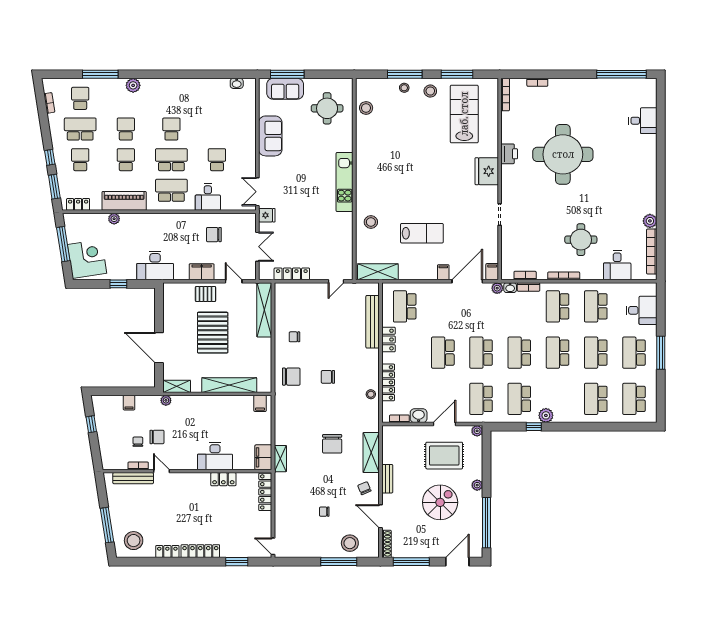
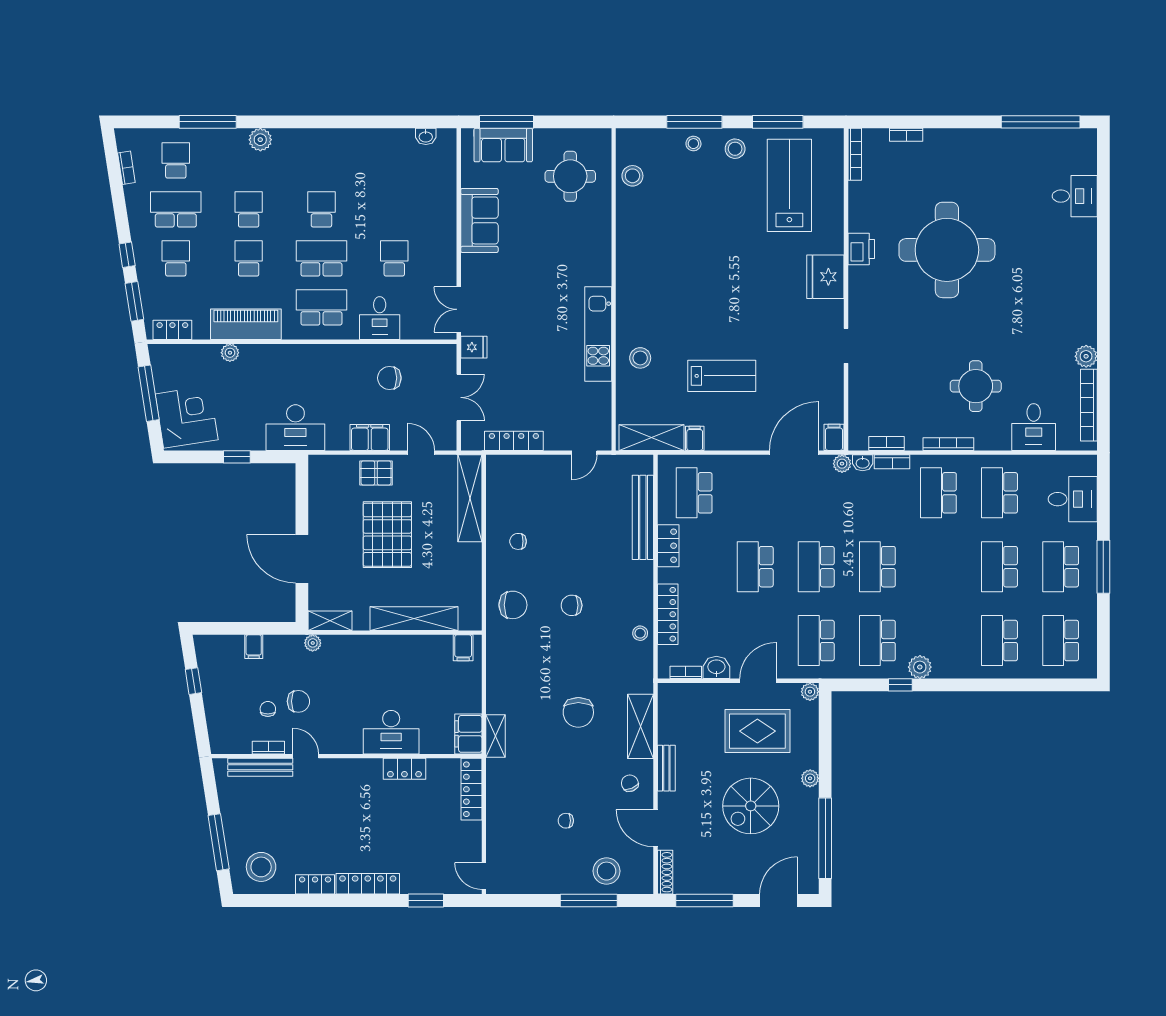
kitchen unit: (345, 182) -> (598, 334), moved
filing cabinet: (443, 272) -> (695, 438), moved
school desk: (558, 353) -> (938, 567), removed
spiral stairs: (440, 502) -> (751, 806), turned 180

